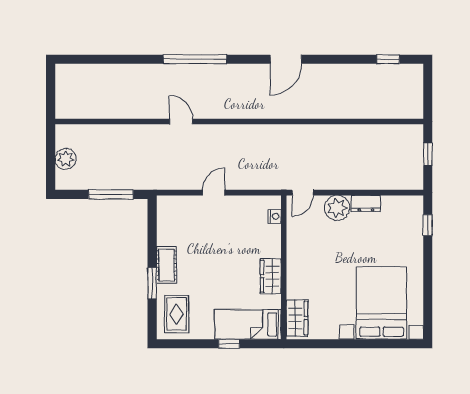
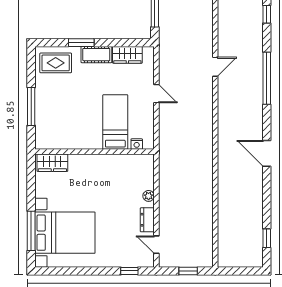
window: (118, 59) -> (267, 14), added
door: (302, 193) -> (156, 245), moved
plant: (337, 208) -> (149, 196), width x0.53, depth x0.53
wardrobe: (271, 276) -> (127, 55), moved, turned 180
bed: (248, 324) -> (115, 122), moved
window: (229, 344) -> (31, 106), width x2.17
window: (379, 344) -> (31, 231), added

